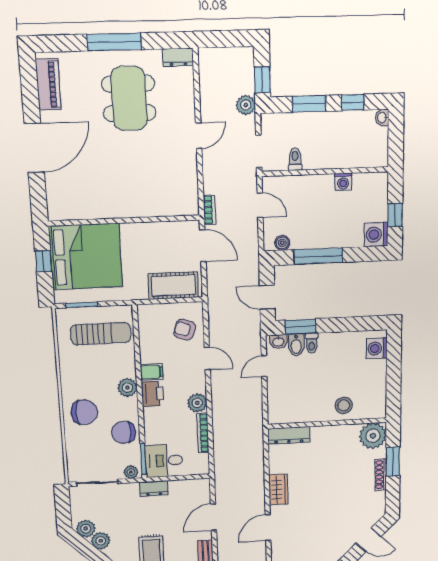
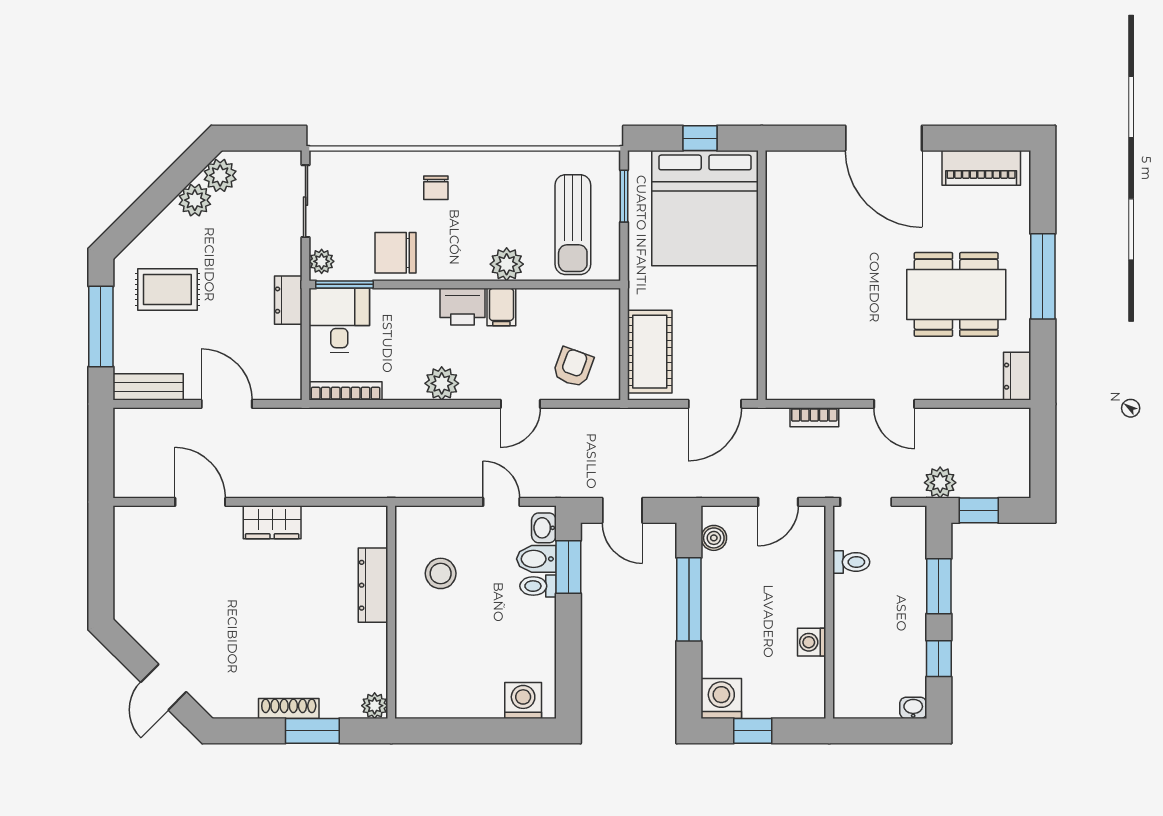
bookcase: (210, 210) -> (814, 417), moved
door: (267, 297) -> (622, 510), swing flipped
plant: (127, 388) -> (507, 264), moved
stool: (344, 405) -> (441, 573), moved
chair: (84, 412) -> (436, 188), width x0.54, depth x0.54
chair: (123, 432) -> (395, 253), turned -90
bookcase: (203, 433) -> (346, 391), moved
dresser: (289, 435) -> (373, 585), moved
plant: (373, 436) -> (375, 706), width x0.53, depth x0.53

